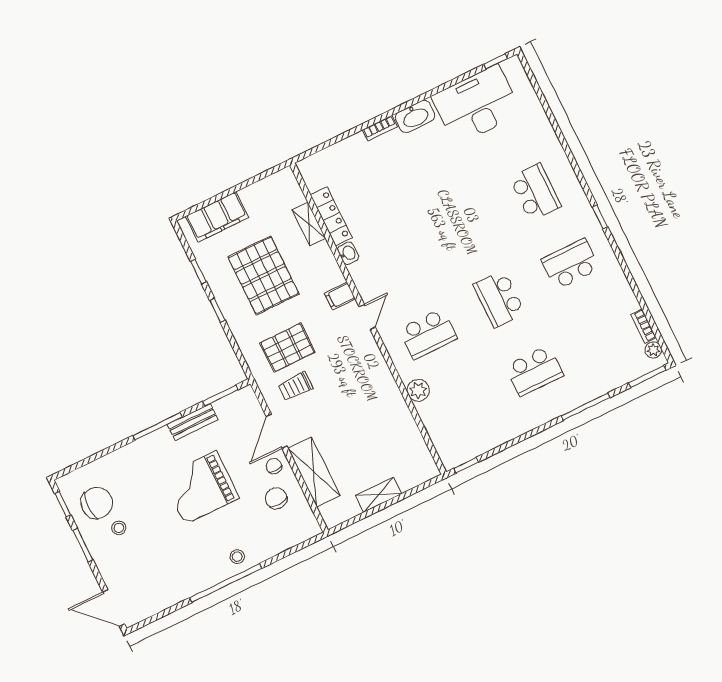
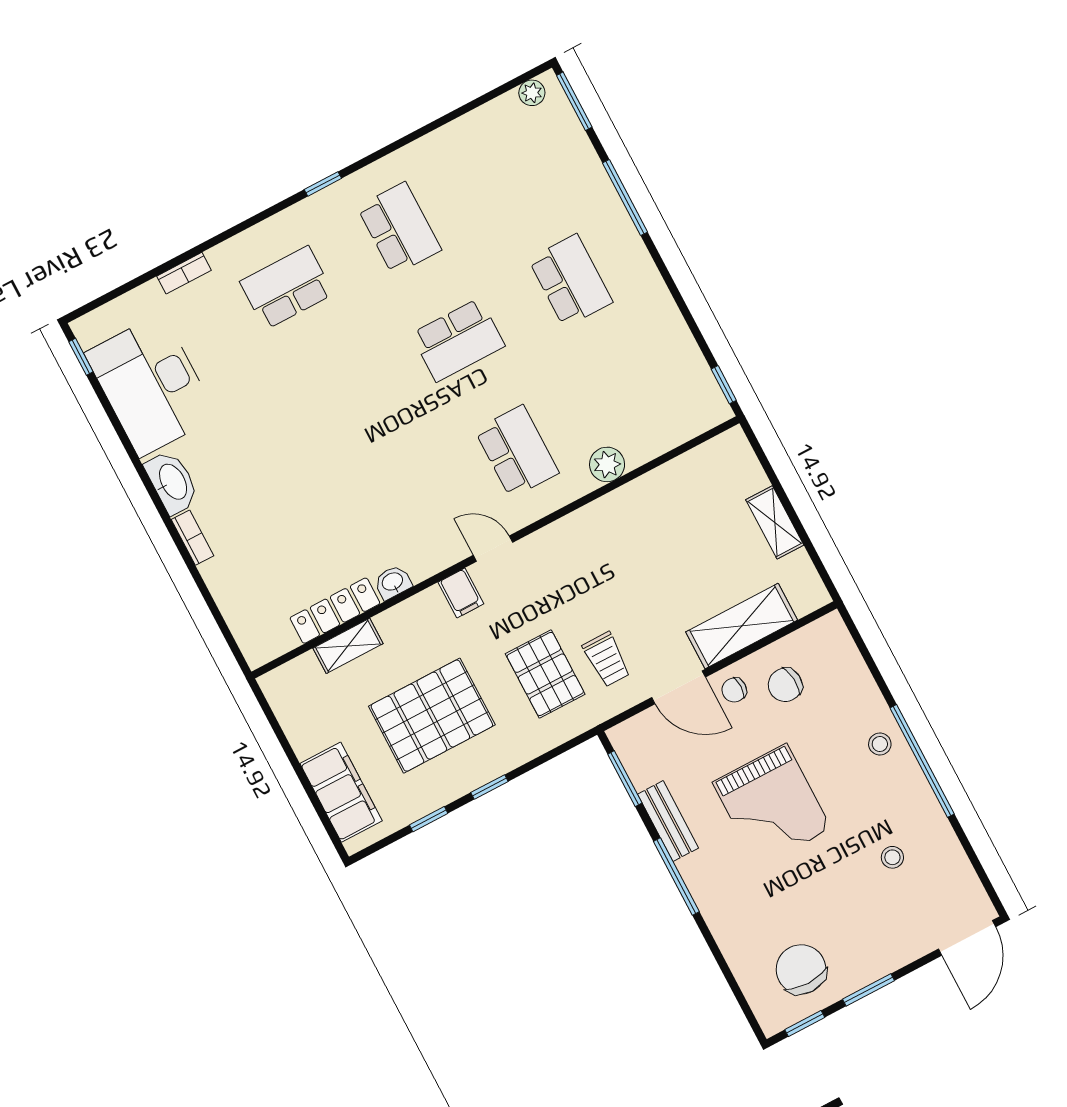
school desk: (570, 264) -> (399, 228), turned 180
bookcase: (643, 326) -> (184, 273), moved
stool: (119, 528) -> (892, 857), moved

